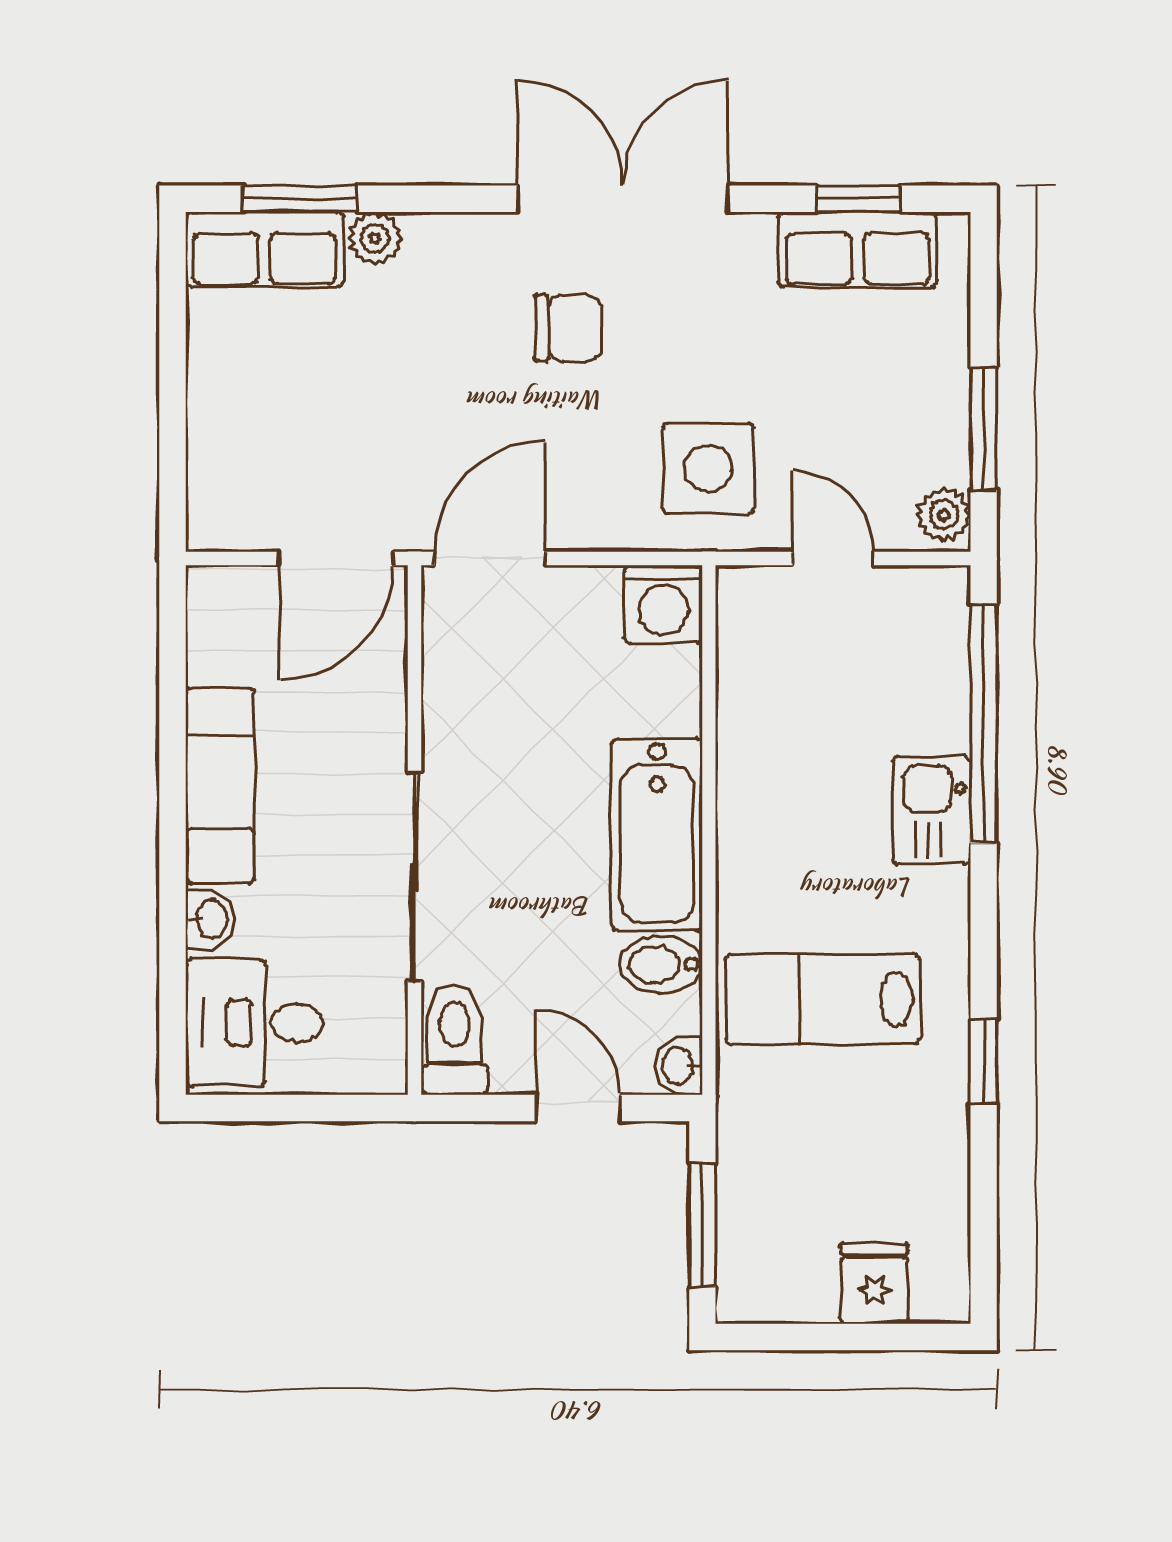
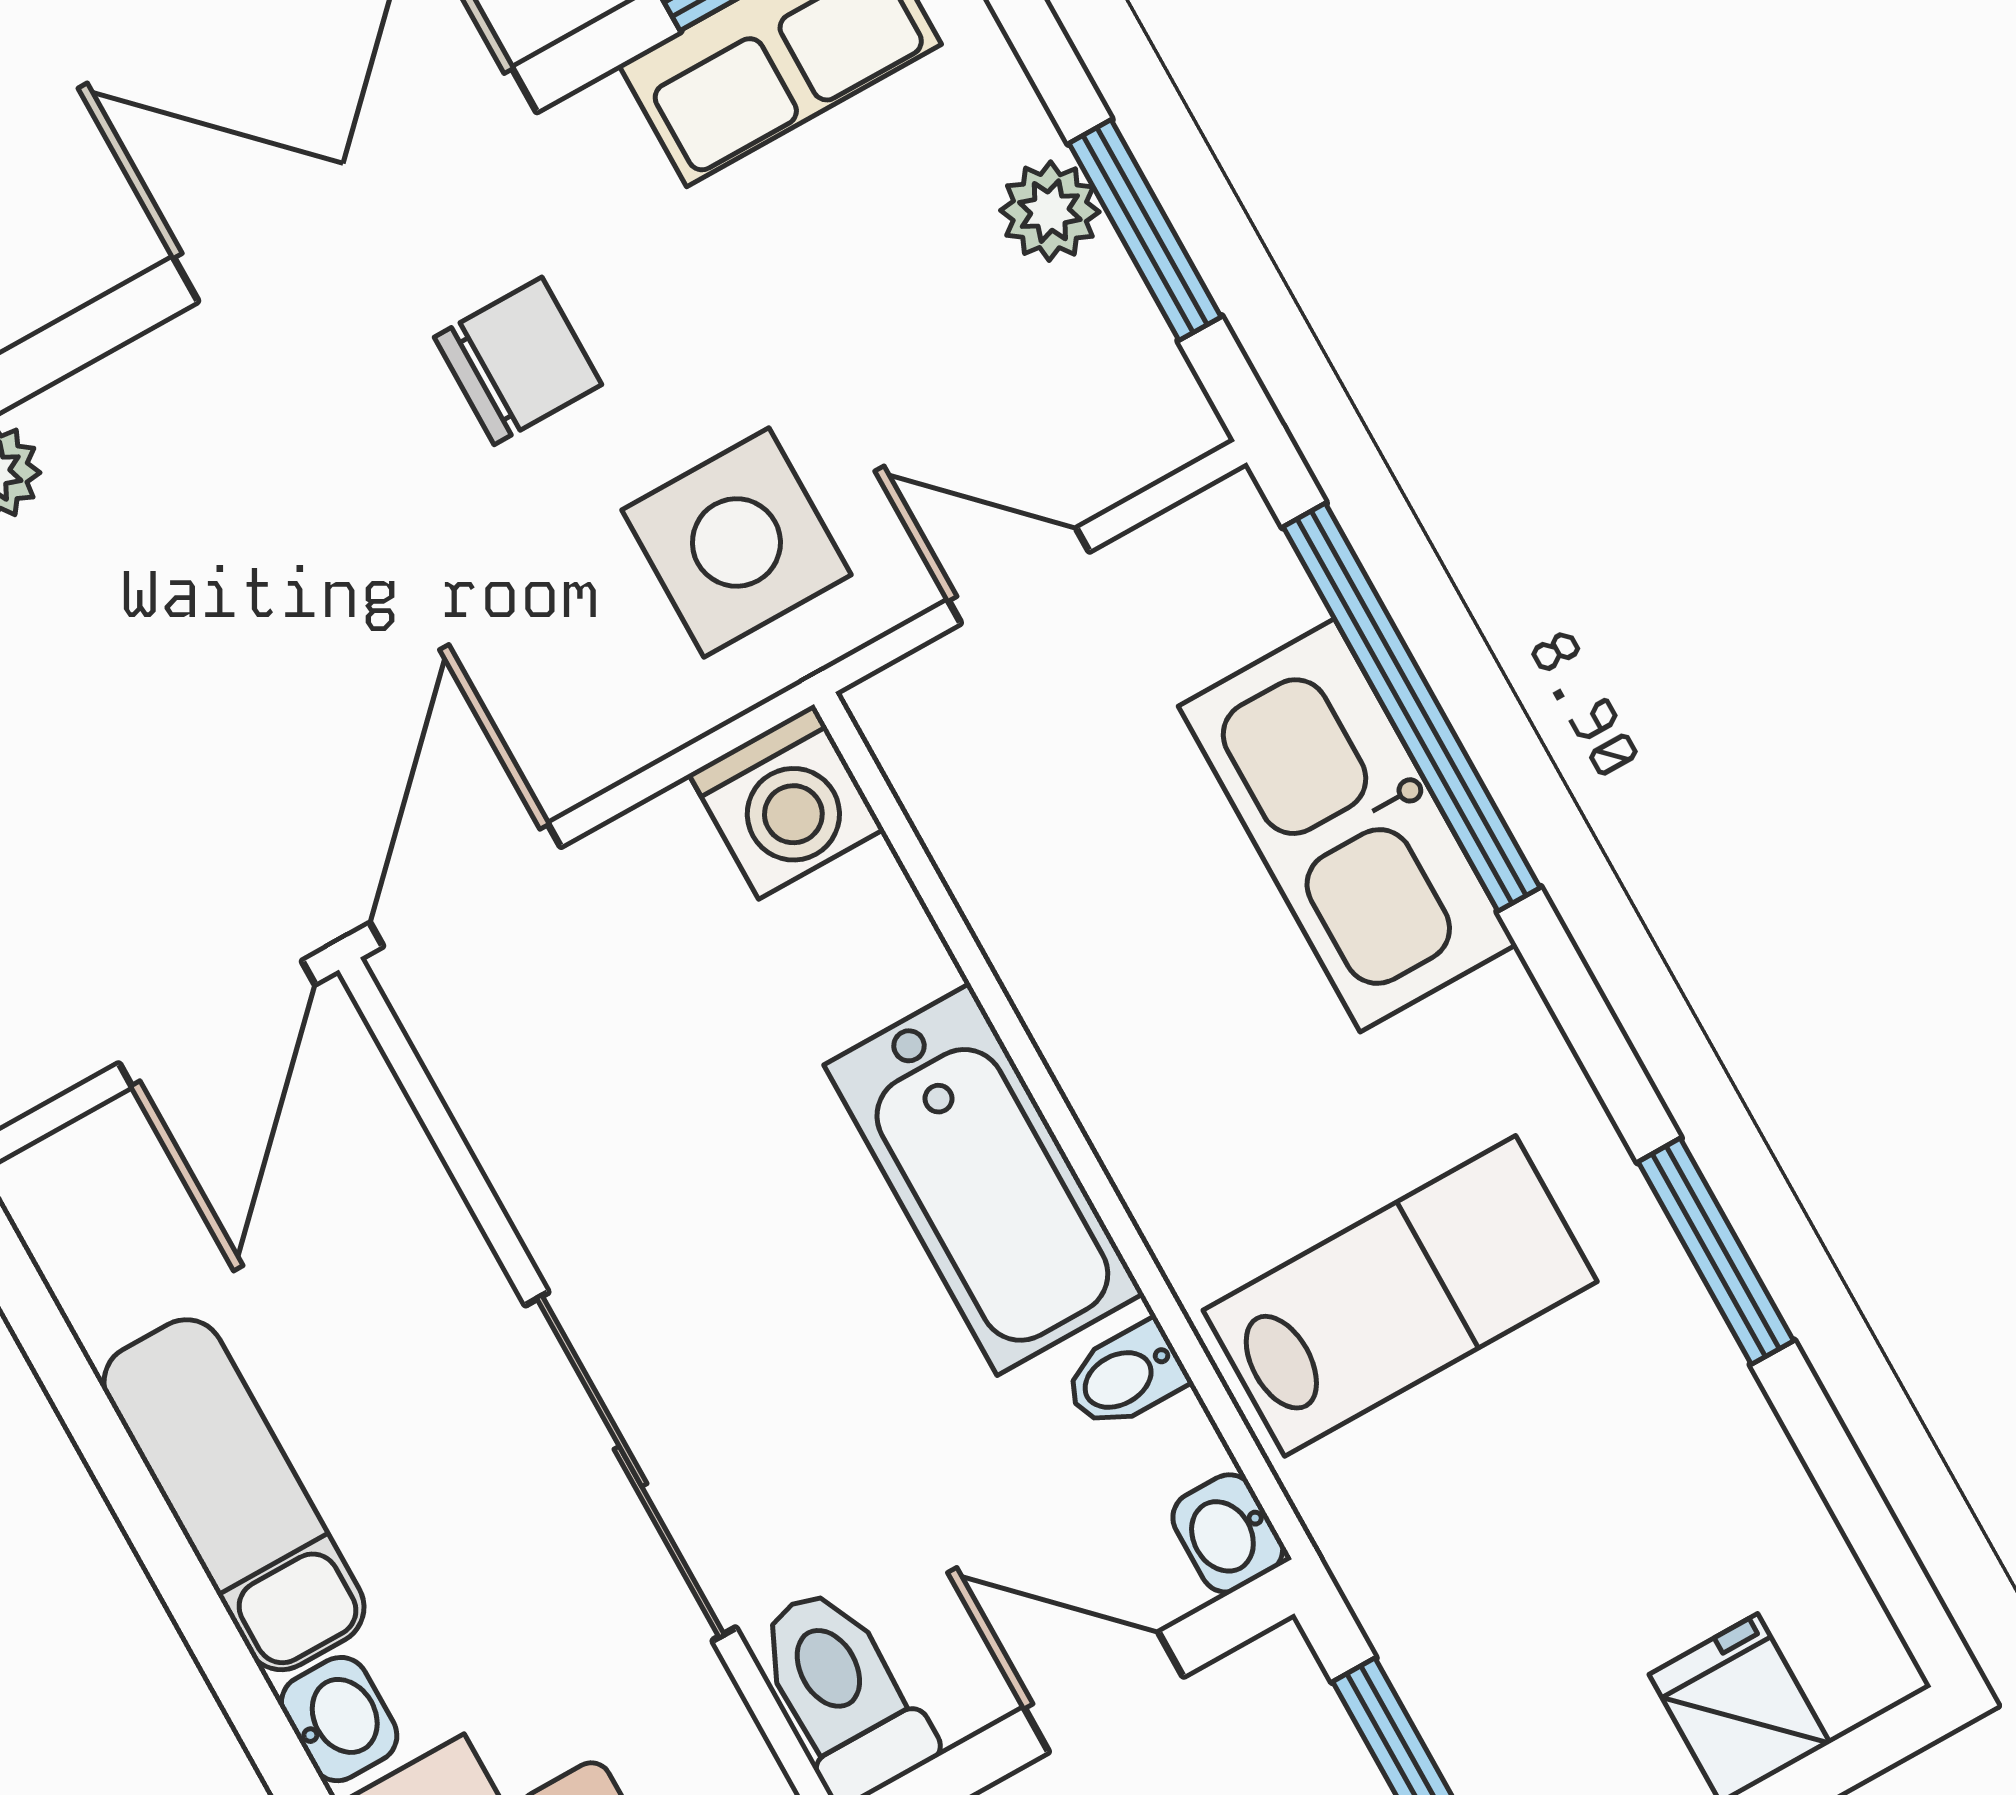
chair: (568, 328) -> (518, 361), moved
plant: (944, 515) -> (1050, 211), moved
kitchen sink: (931, 810) -> (1347, 825), width x1.87, depth x1.24
bidet: (661, 964) -> (1125, 1376), width x0.72, depth x0.74
lab bench: (823, 999) -> (1400, 1296), turned 180
window: (984, 1061) -> (1716, 1251), width x1.50

